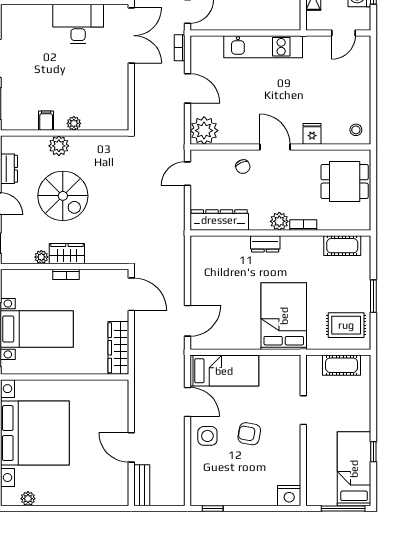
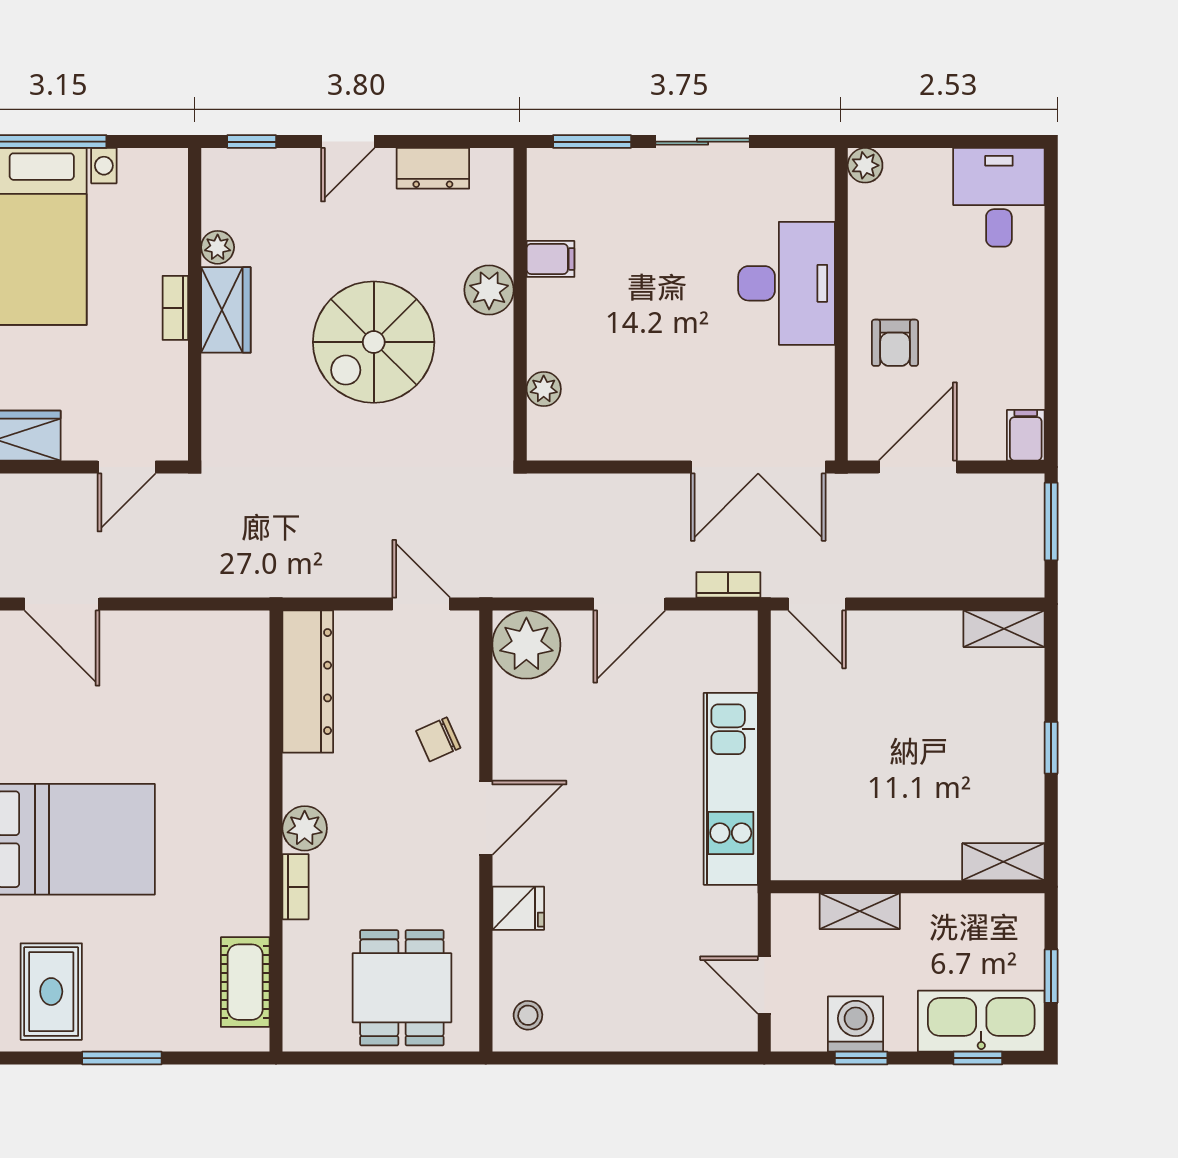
desk: (78, 24) -> (787, 283), moved
plant: (74, 123) -> (544, 389), moved
spiral stairs: (63, 196) -> (374, 342), moved
dresser: (265, 244) -> (249, 794), removed
door: (131, 294) -> (127, 467), width x0.73

